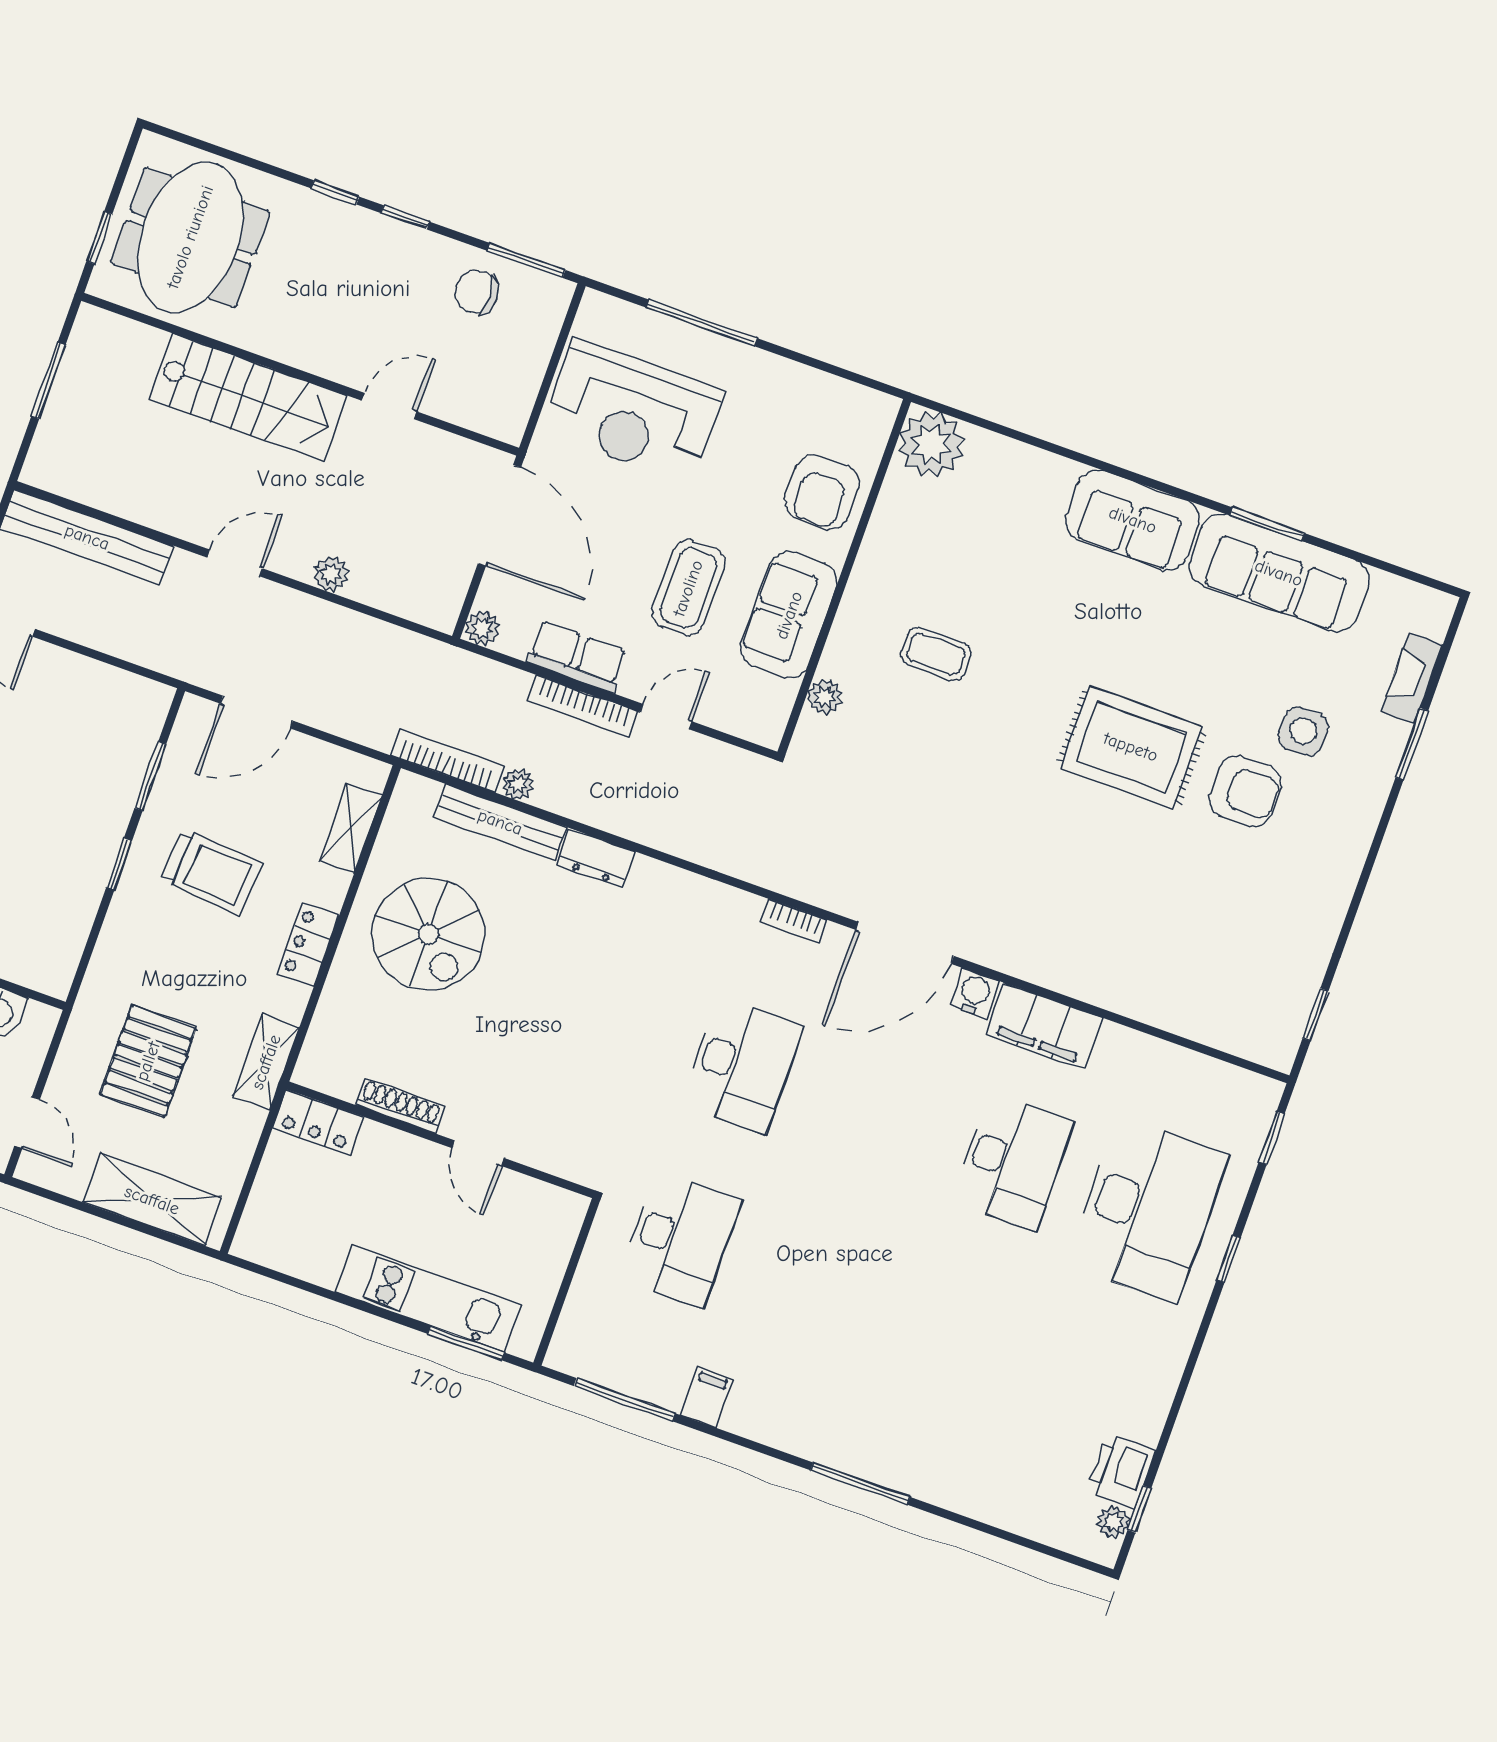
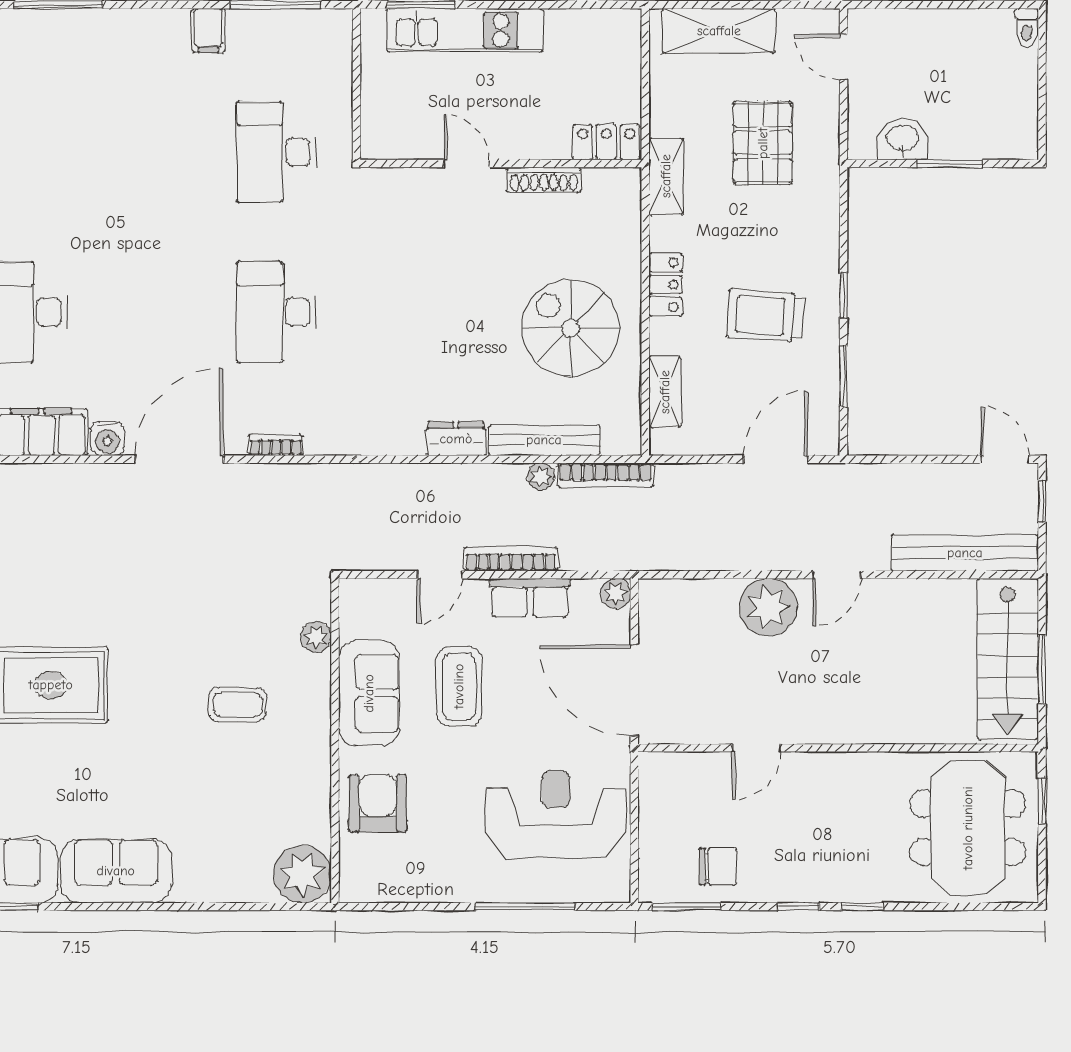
stairs: (248, 398) -> (1008, 659), moved, turned -90
plant: (331, 574) -> (768, 607), width x1.87, depth x1.87

